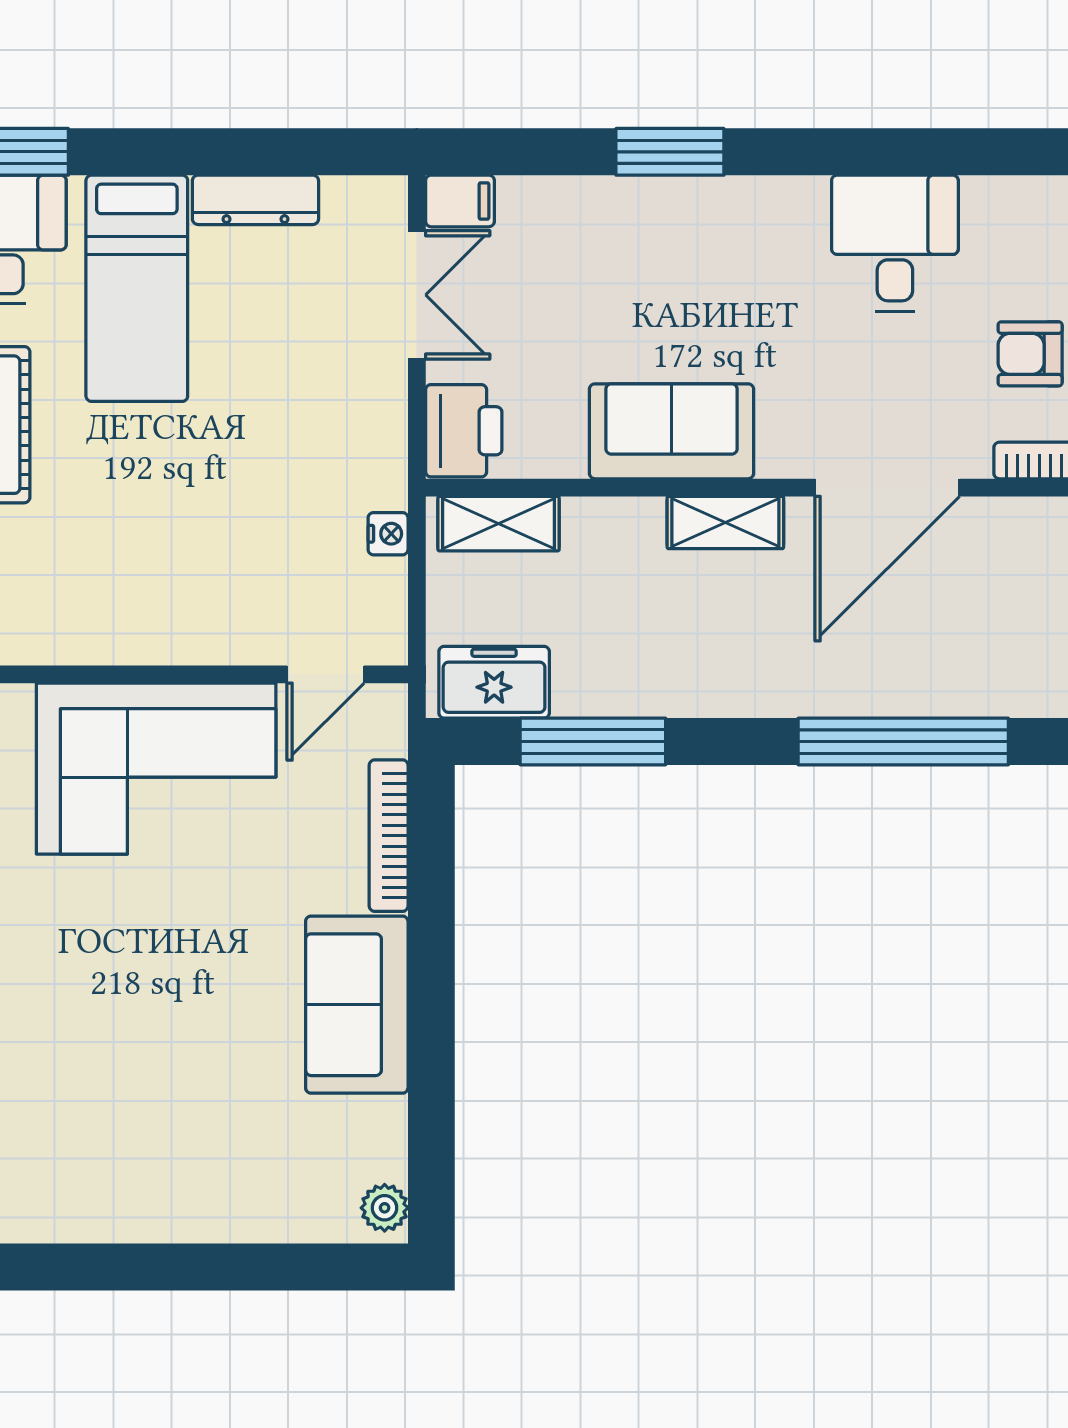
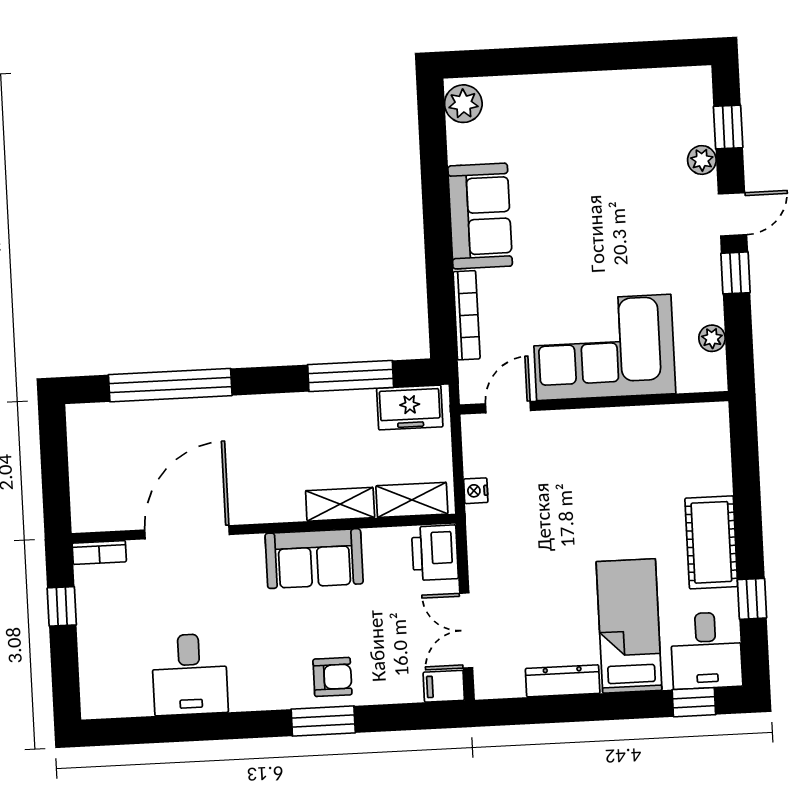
armchair: (1030, 354) -> (332, 677), moved
shelving: (725, 522) -> (340, 504), moved
plant: (385, 1208) -> (463, 104), width x1.38, depth x1.38

